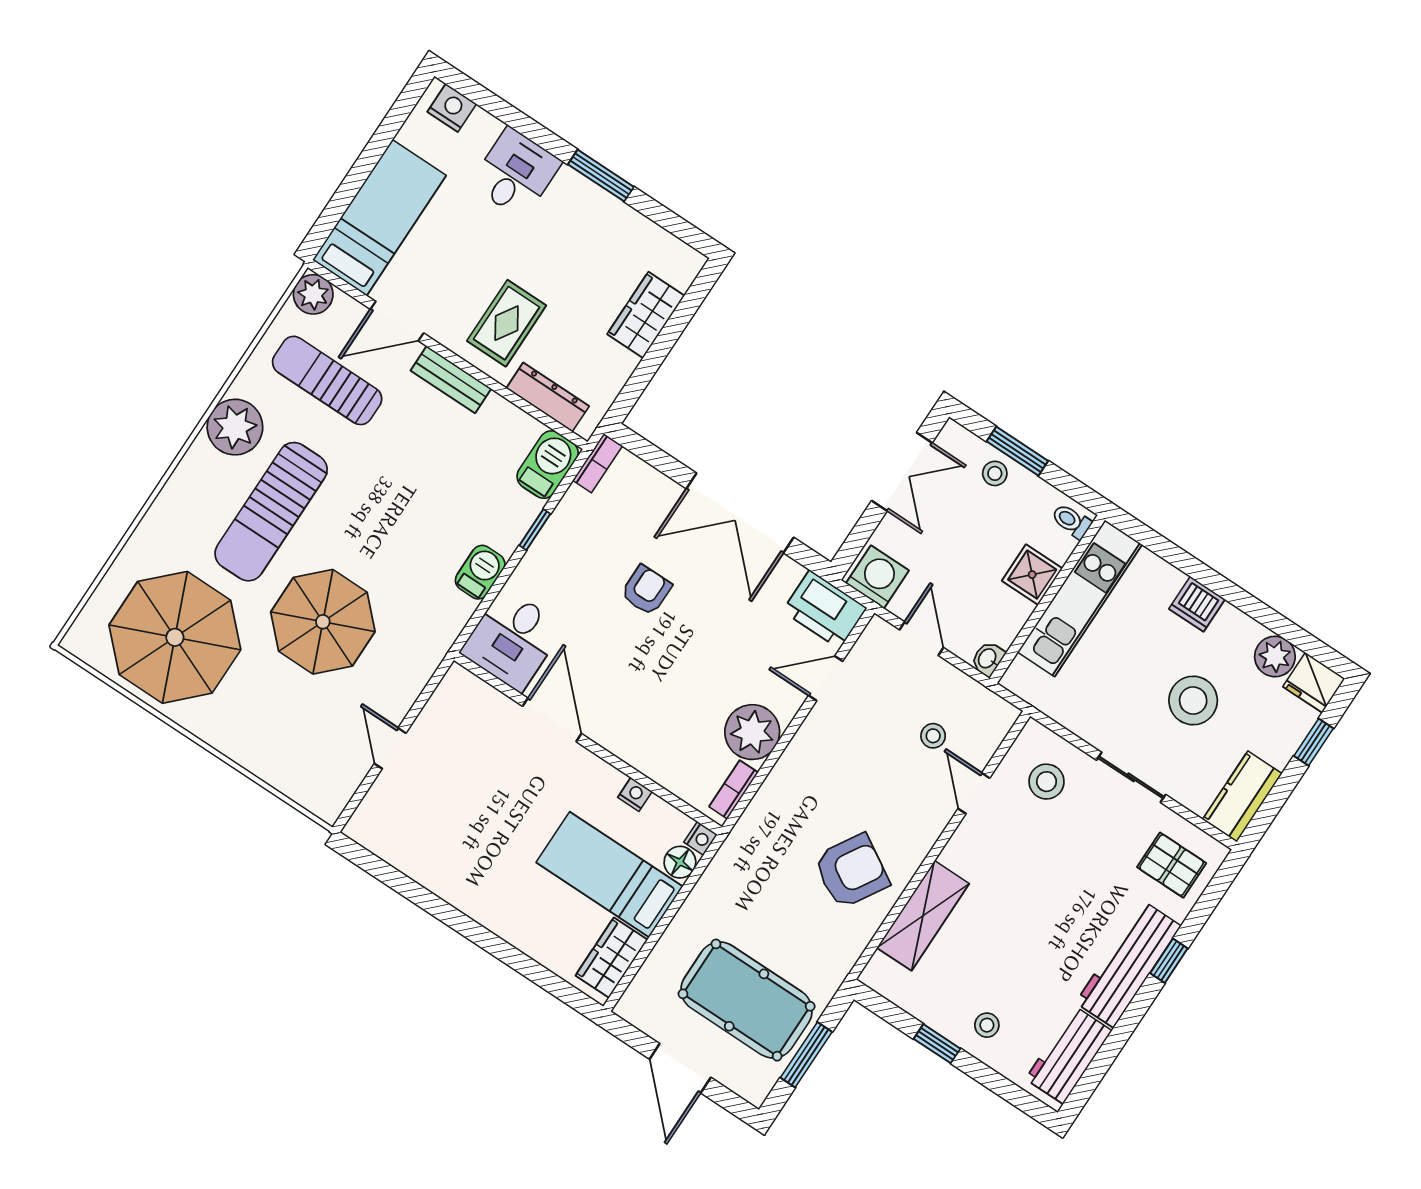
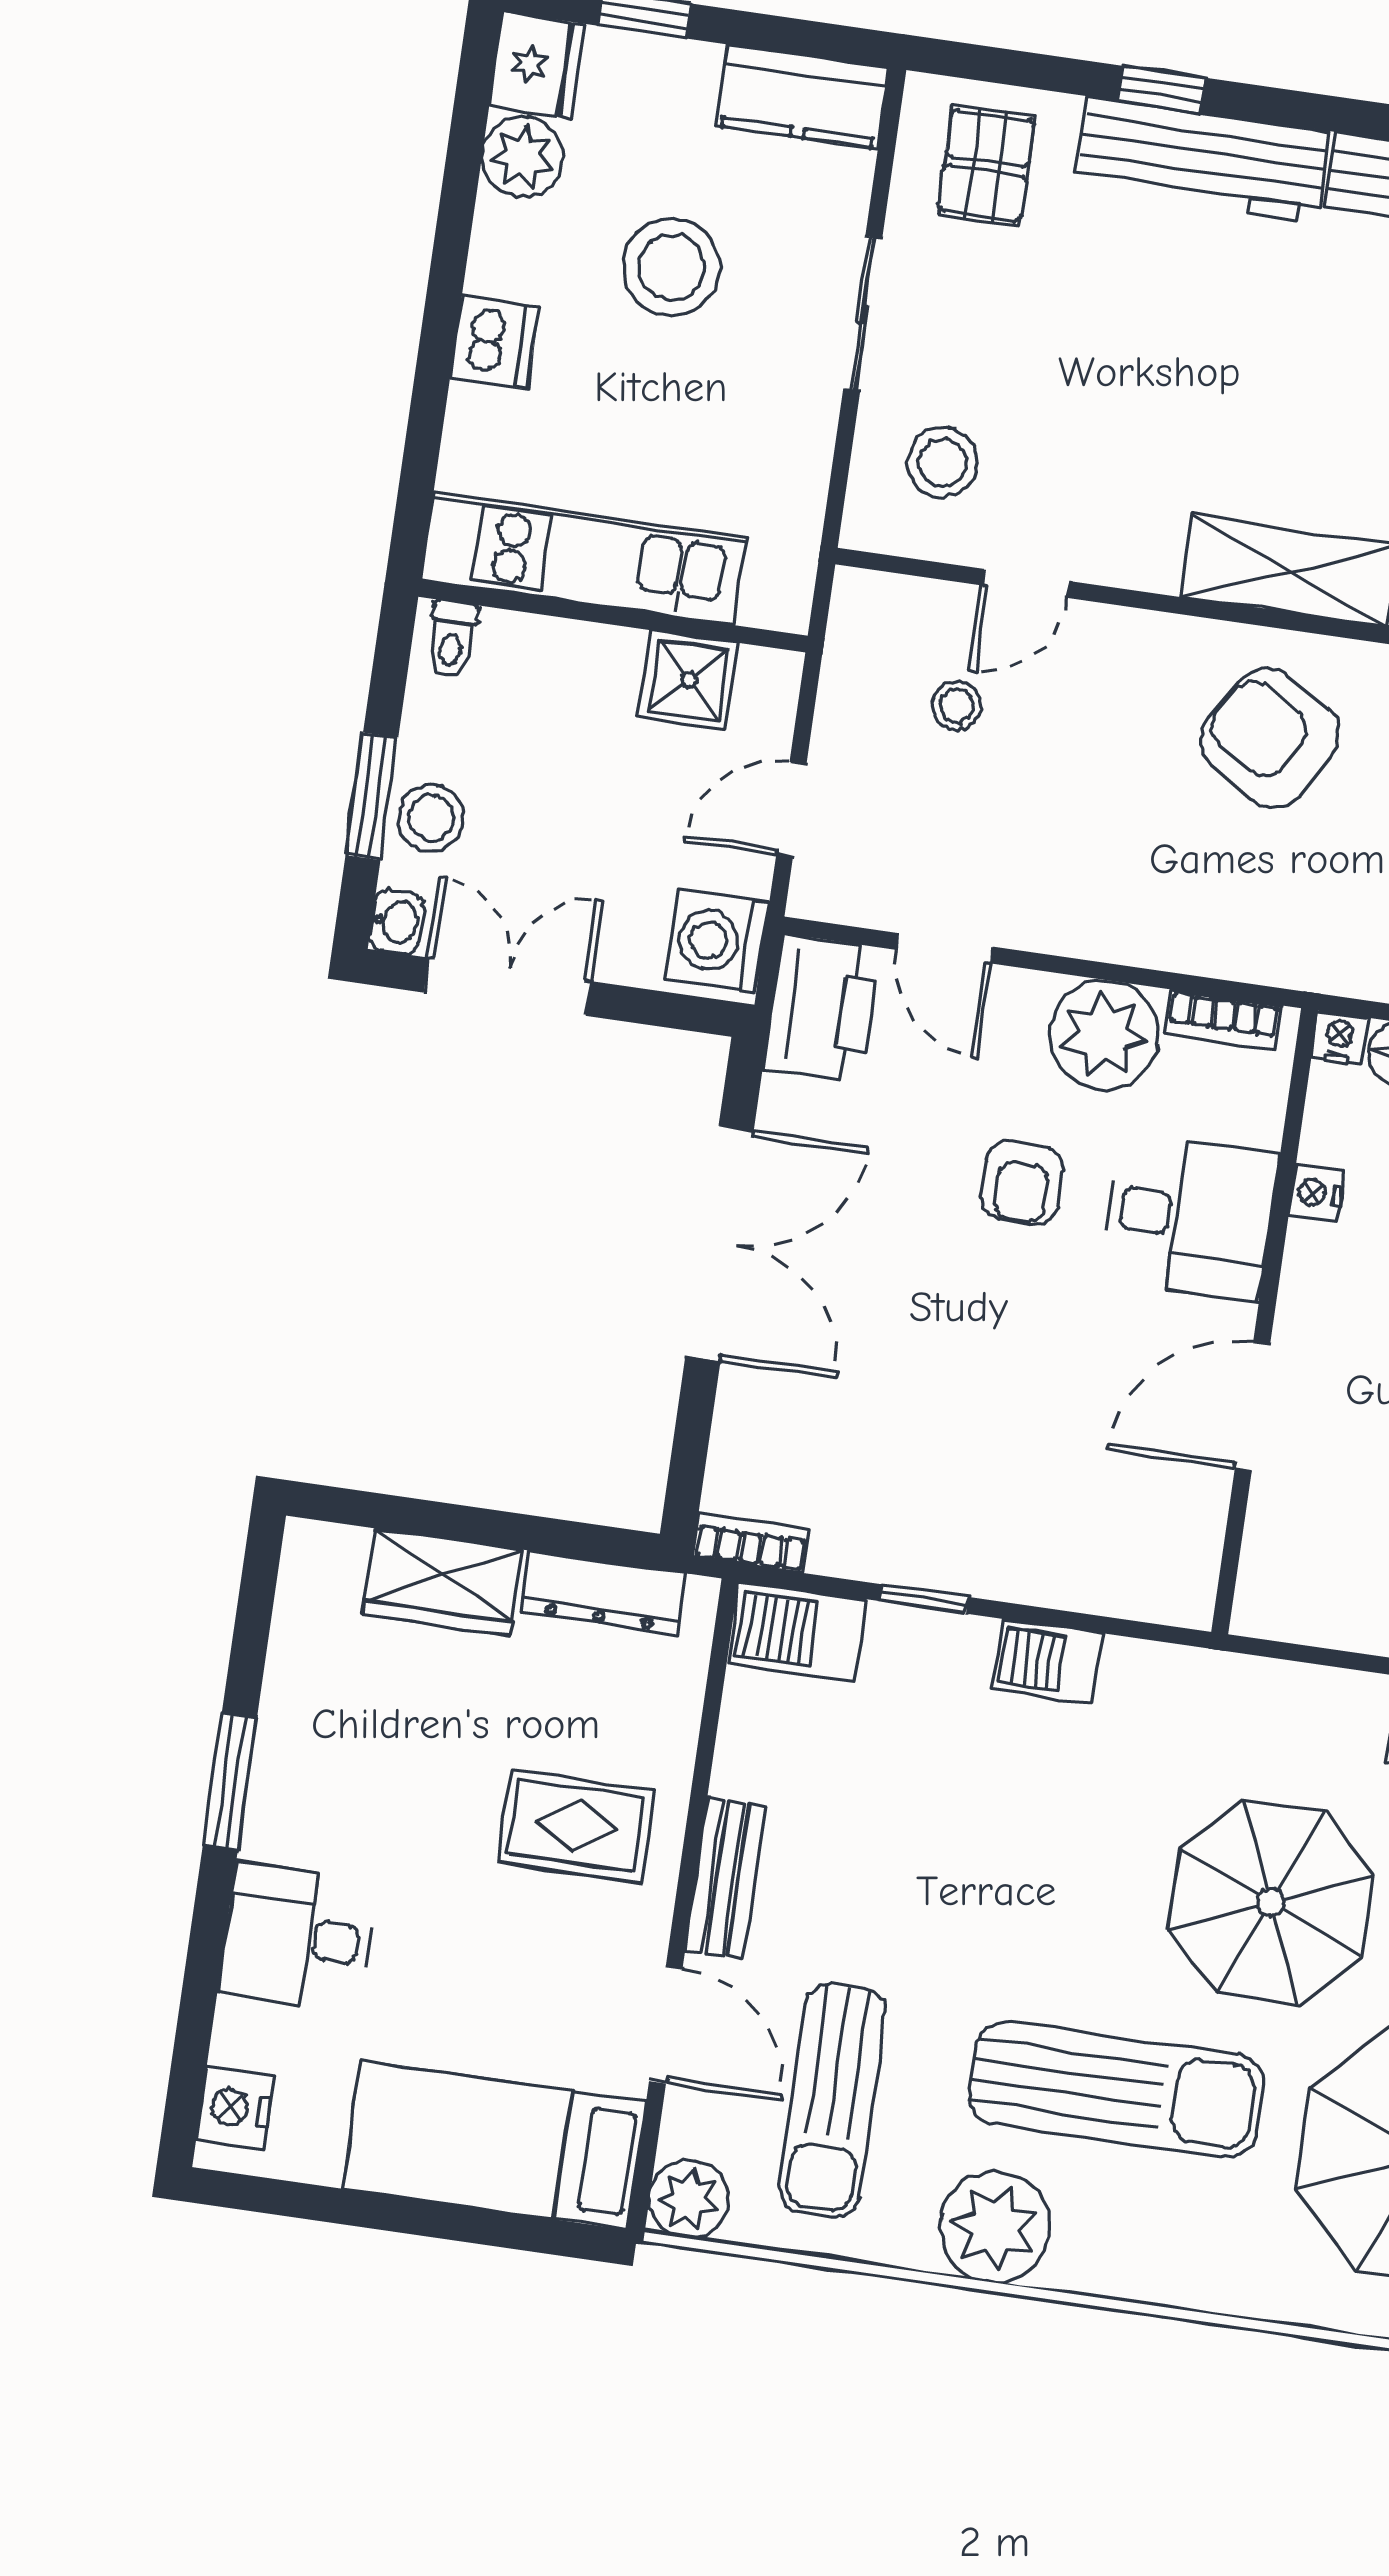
dresser: (548, 397) -> (602, 1592), moved, turned -90
stool: (995, 473) -> (431, 818), width x1.37, depth x1.37
shower: (1032, 575) -> (689, 680), moved
armchair: (646, 590) -> (1022, 1183), moved, turned -90
desk: (512, 640) -> (1189, 1217), moved
washbasin: (988, 659) -> (397, 922), moved, turned -90

